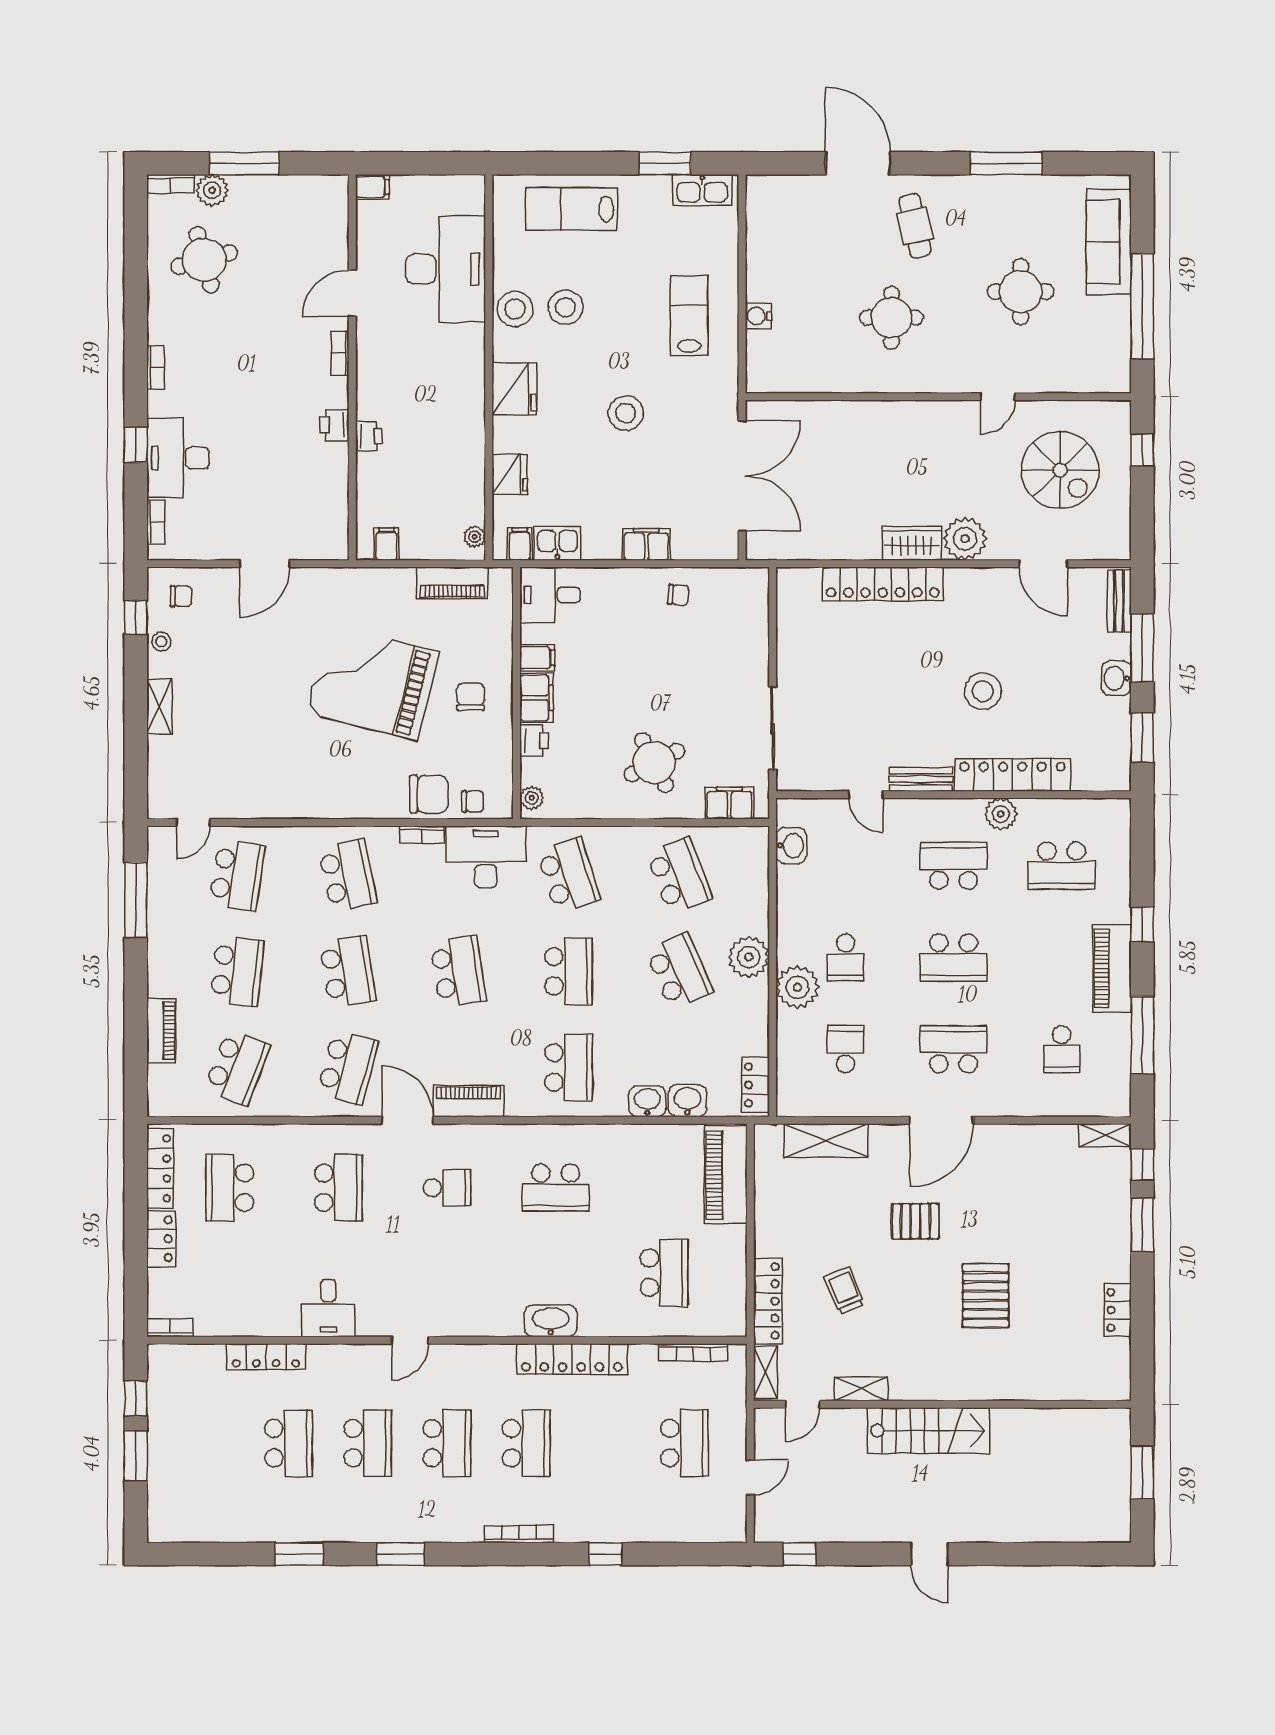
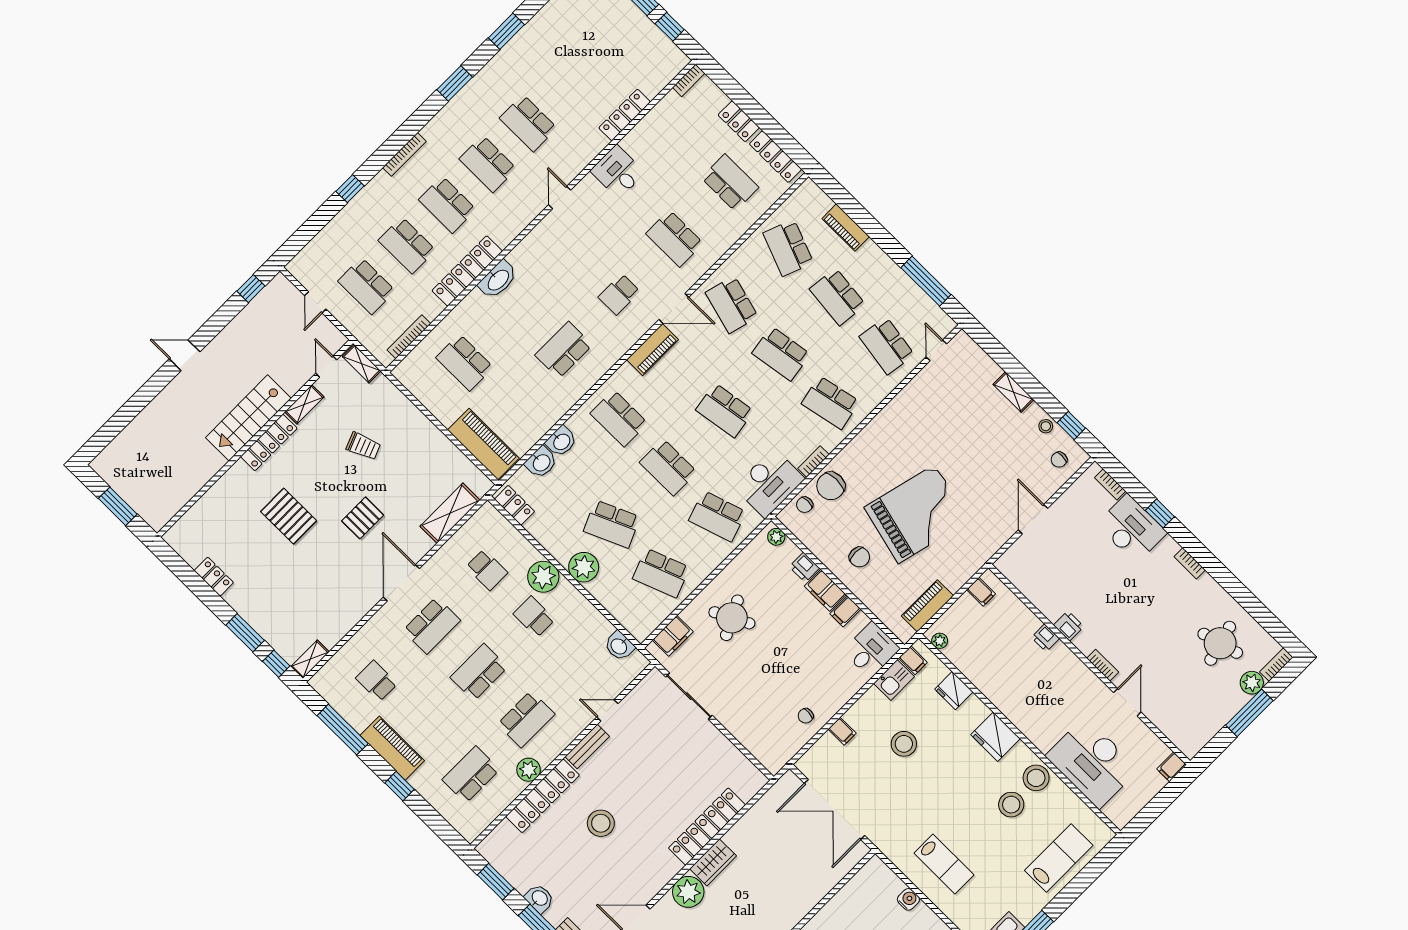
stool: (626, 413) -> (904, 744), moved
filing cabinet: (646, 544) -> (842, 731), width x0.50
locker: (768, 1301) -> (269, 442), moved, turned -90
school desk: (289, 1443) -> (407, 245), moved

